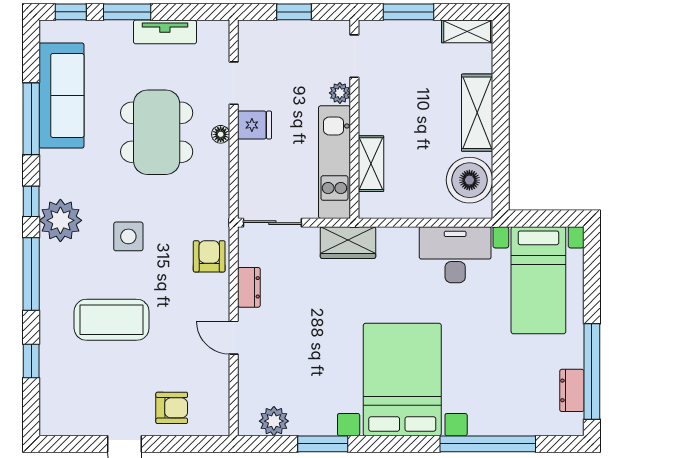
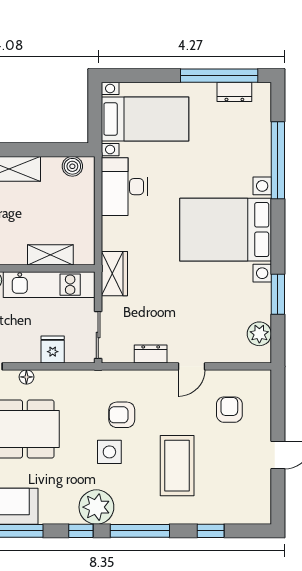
fridge: (255, 125) -> (53, 350), moved
boiler: (469, 180) -> (72, 166), width x0.54, depth x0.54
armchair: (209, 256) -> (122, 415), moved
armchair: (172, 408) -> (229, 410), moved

